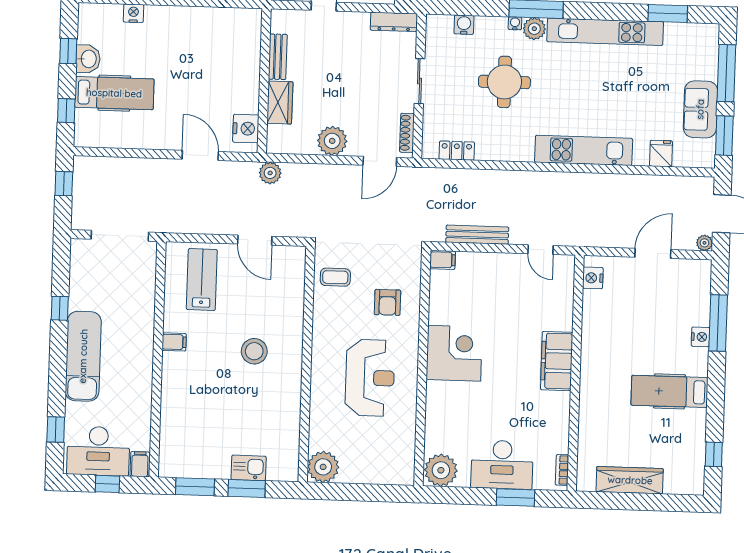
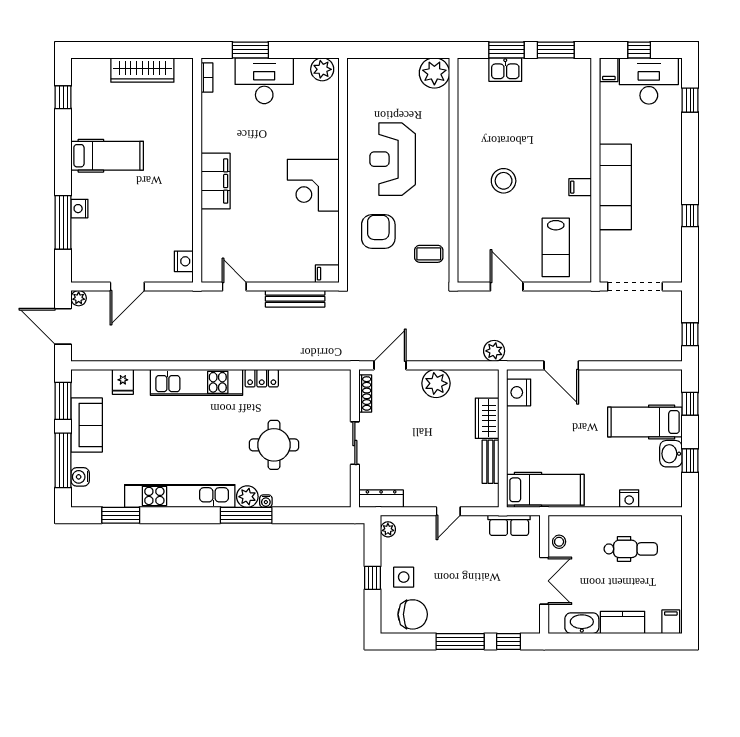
hospital bed: (221, 25) -> (545, 490), added
water cooler: (464, 25) -> (80, 477), moved, turned 90
locker: (457, 151) -> (262, 378), moved
armchair: (387, 302) -> (378, 231), width x1.38, depth x1.38
exam couch: (83, 356) -> (615, 187), moved, turned 180
plant: (441, 470) -> (322, 69), width x0.73, depth x0.73

